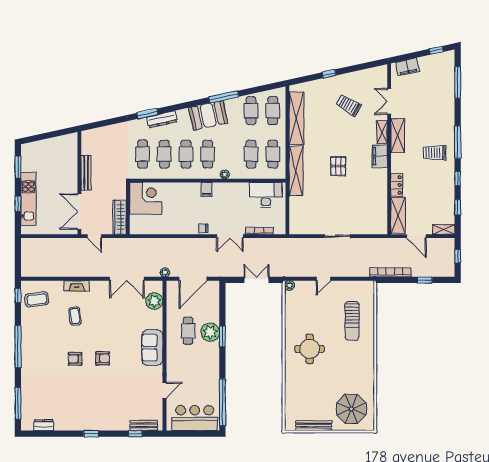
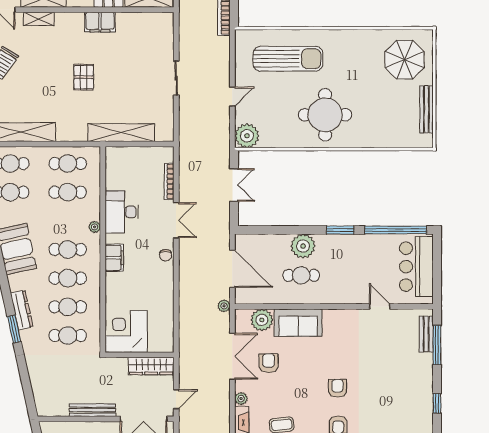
filing cabinet: (380, 156) -> (100, 22), moved
pallet: (338, 166) -> (84, 77), turned 90
shelving: (296, 171) -> (121, 133), moved
filing cabinet: (207, 189) -> (114, 258), width x2.00
desk: (266, 195) -> (122, 212), moved
door: (323, 279) -> (232, 97), hinge flipped
double door: (257, 280) -> (234, 185), swing flipped
plant: (95, 285) -> (241, 399), added
plant: (289, 285) -> (247, 136), width x1.88, depth x1.88
armchair: (122, 306) -> (269, 363), added
sun lounger: (352, 321) -> (288, 59), width x1.36, depth x1.34
window: (222, 337) -> (340, 230), moved
sofa: (152, 348) -> (298, 323), moved
round table: (310, 349) -> (325, 115), width x1.36, depth x1.36
window: (135, 434) -> (437, 345), width x2.17

